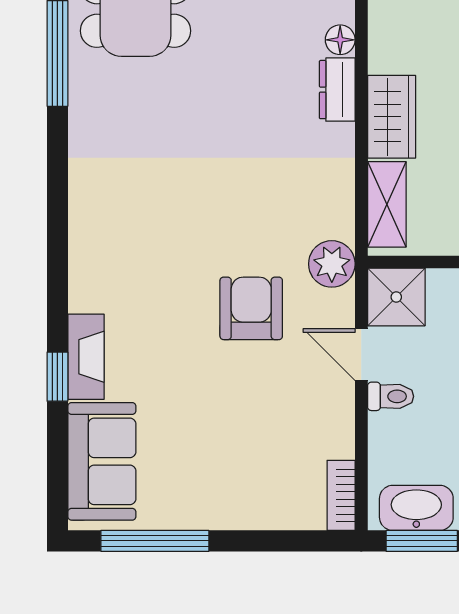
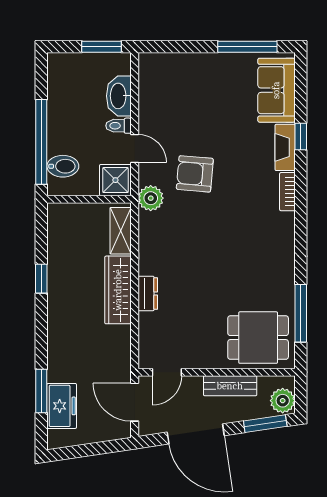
floor lamp: (340, 40) -> (146, 321), removed
wardrobe: (392, 117) -> (118, 290), width x1.50
armchair: (251, 308) -> (195, 174), turned 95
bookcase: (341, 495) -> (287, 192), moved, turned 180
washbasin: (416, 508) -> (119, 96), moved, turned 90

